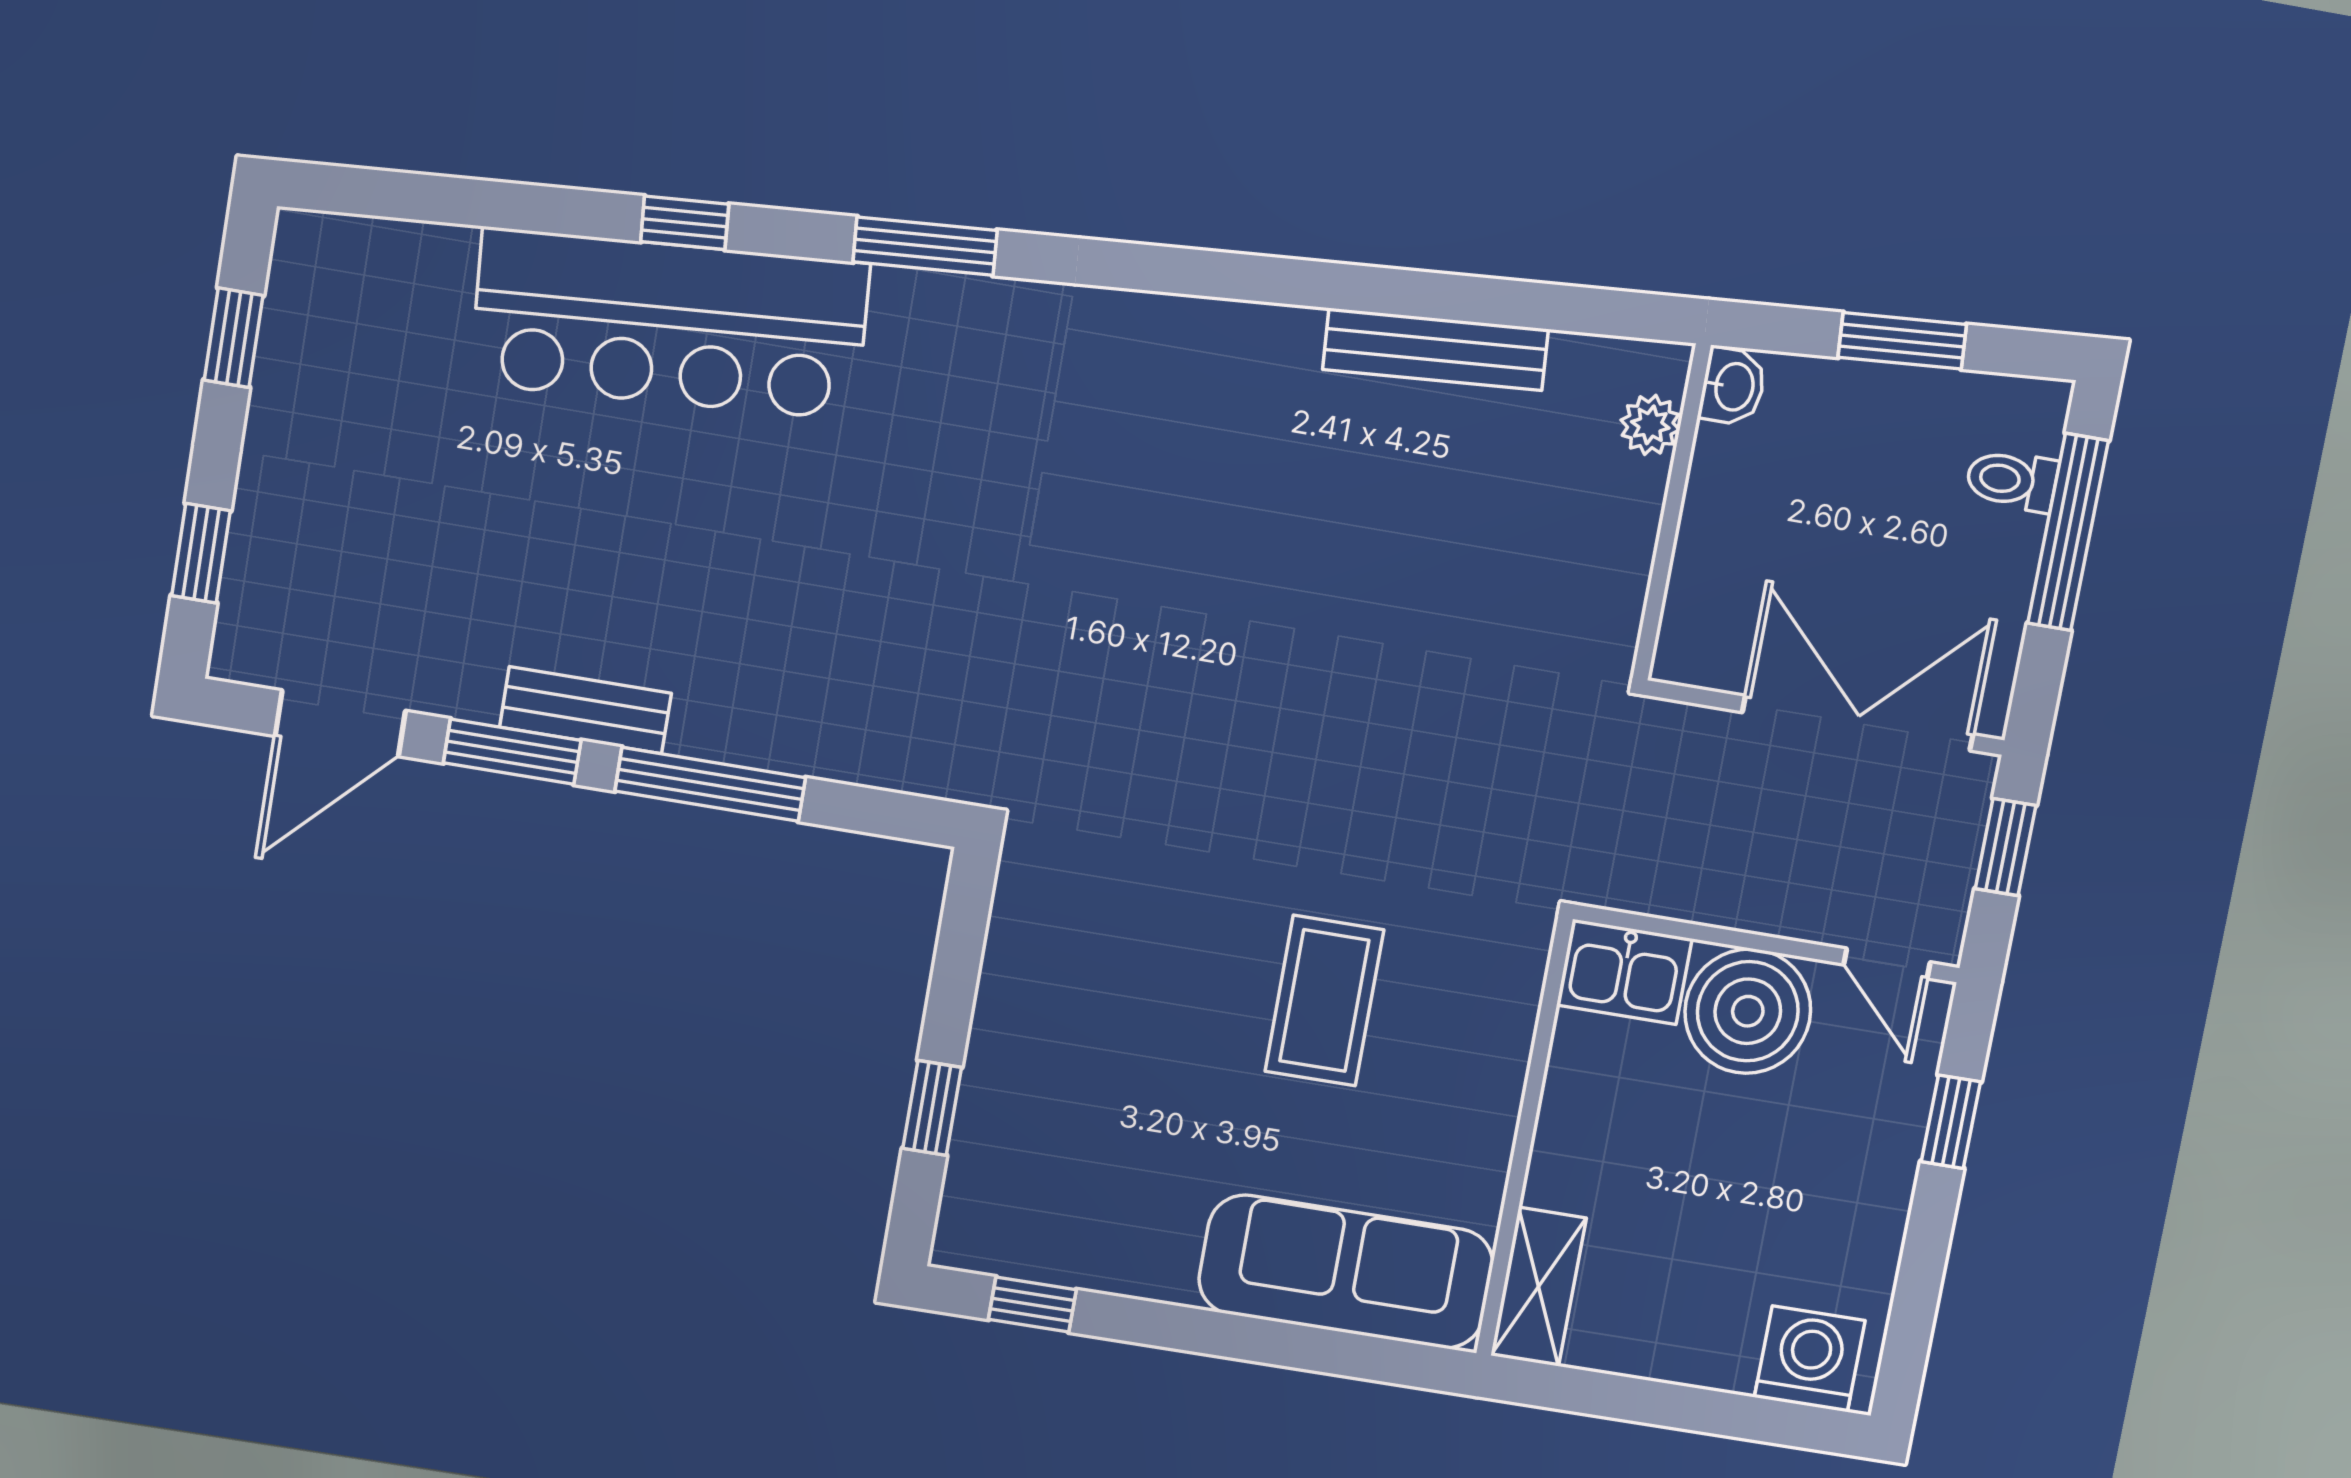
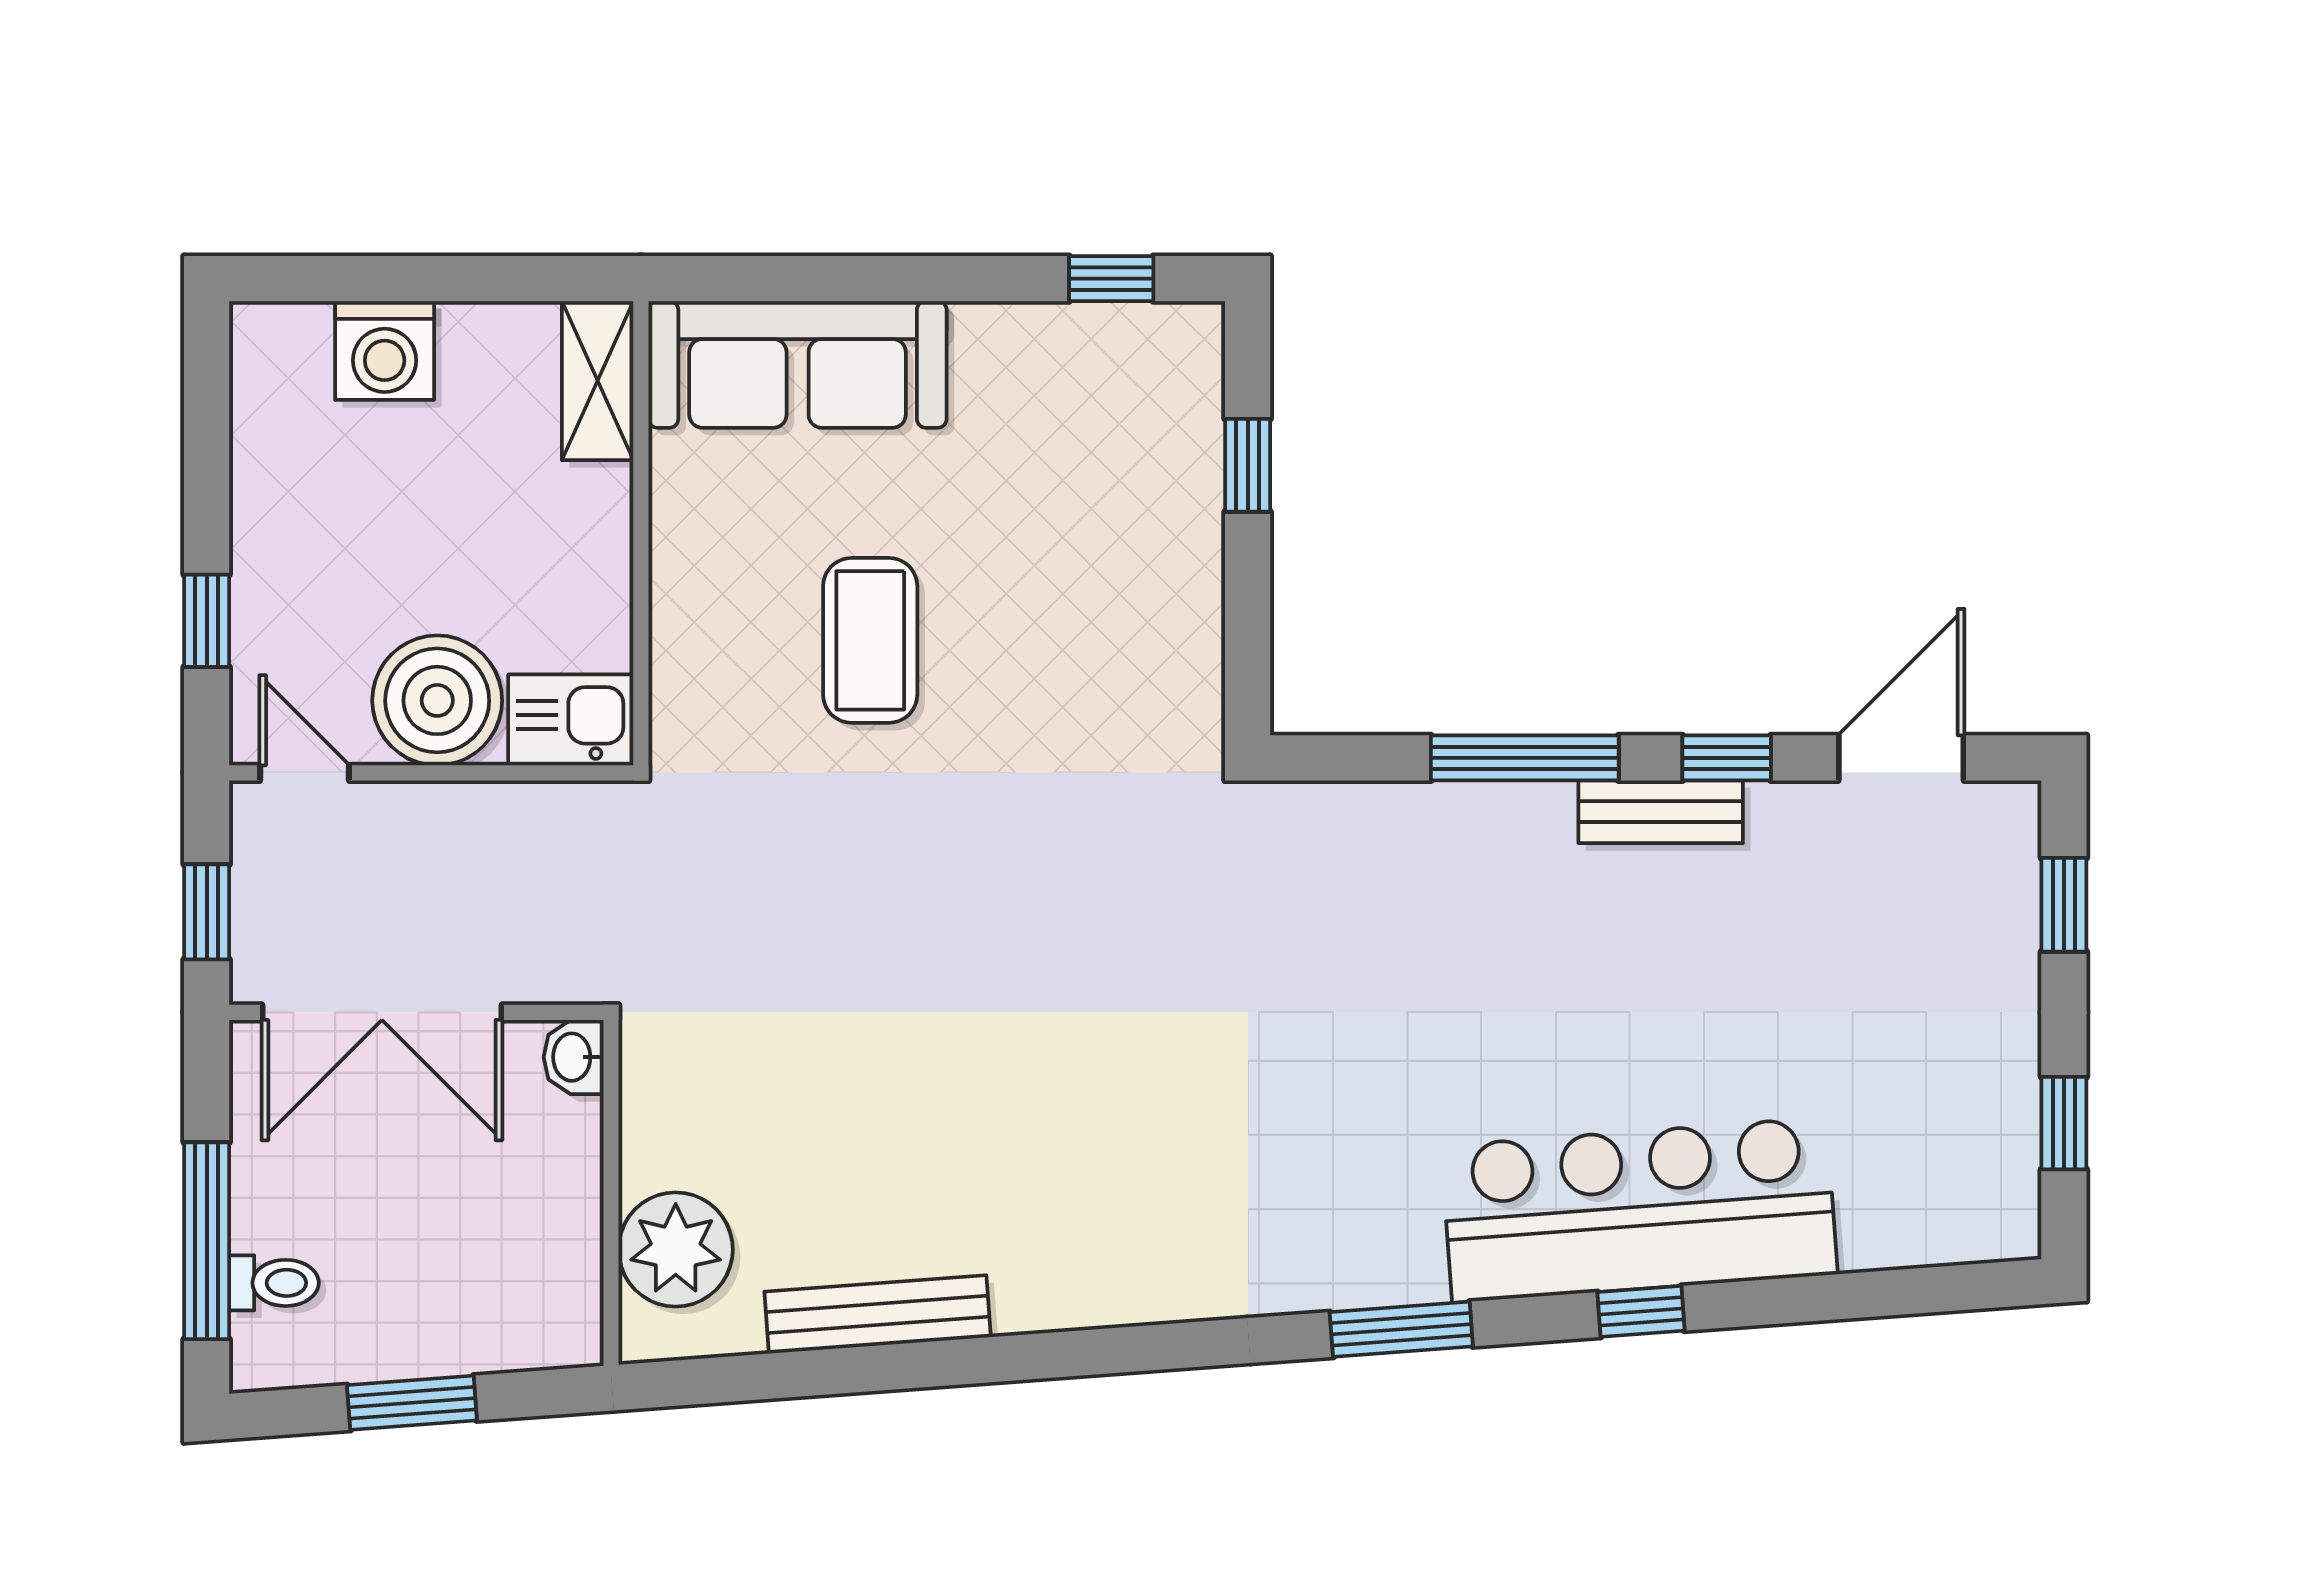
washbasin: (1733, 386) -> (574, 1057), moved
plant: (1650, 425) -> (676, 1249), width x1.88, depth x1.88
window: (512, 752) -> (1727, 758), width x0.67
washing machine: (1810, 1359) -> (385, 350), moved

